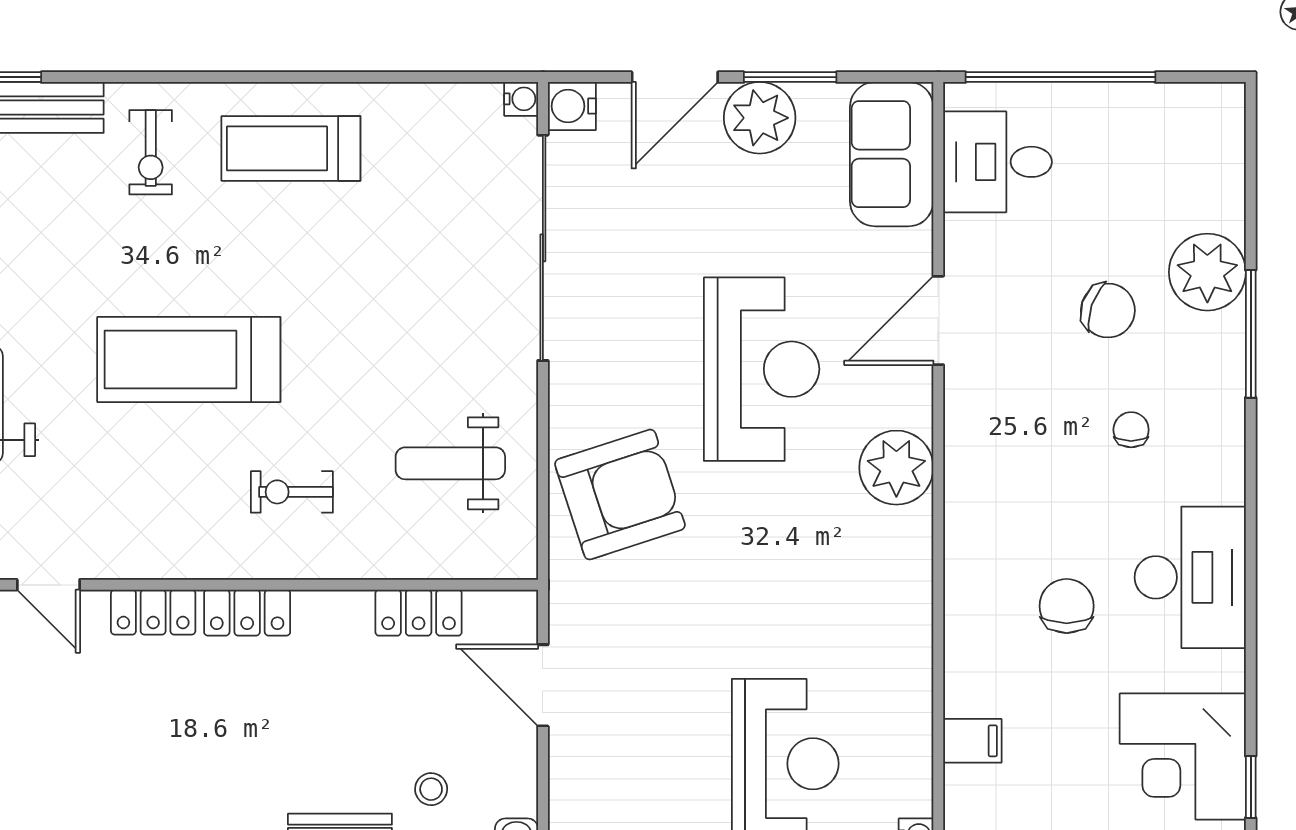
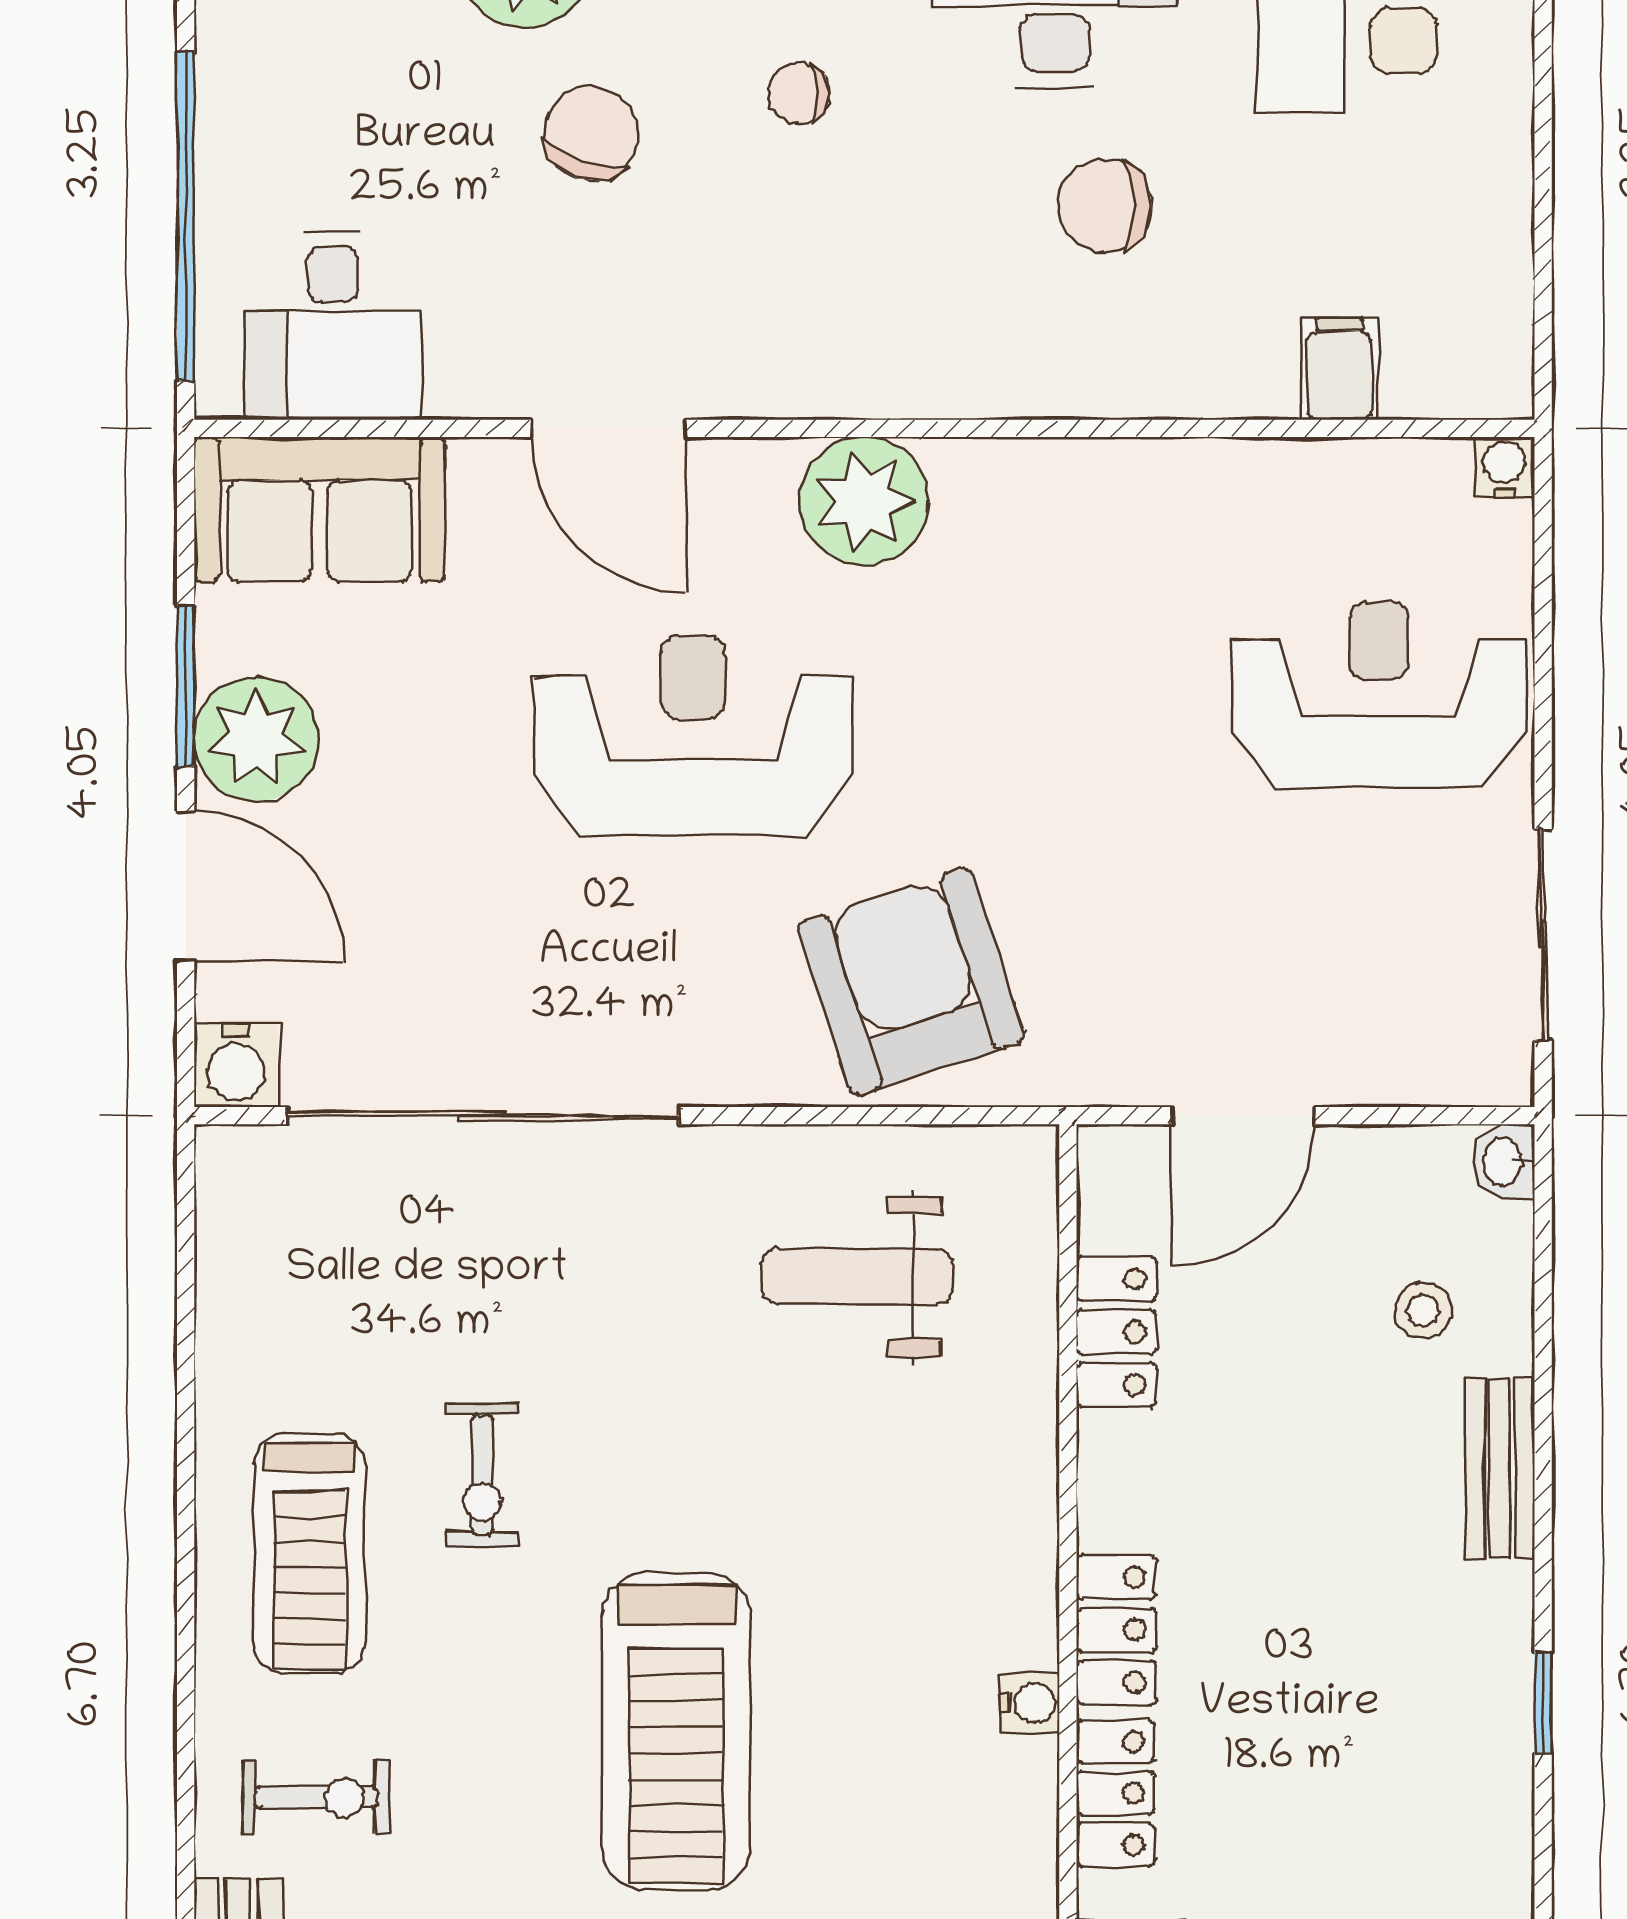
water cooler: (521, 99) -> (1030, 1703), moved, turned 90
weight bench: (450, 463) -> (857, 1277), turned 90
exercise bike: (292, 492) -> (482, 1475), moved

